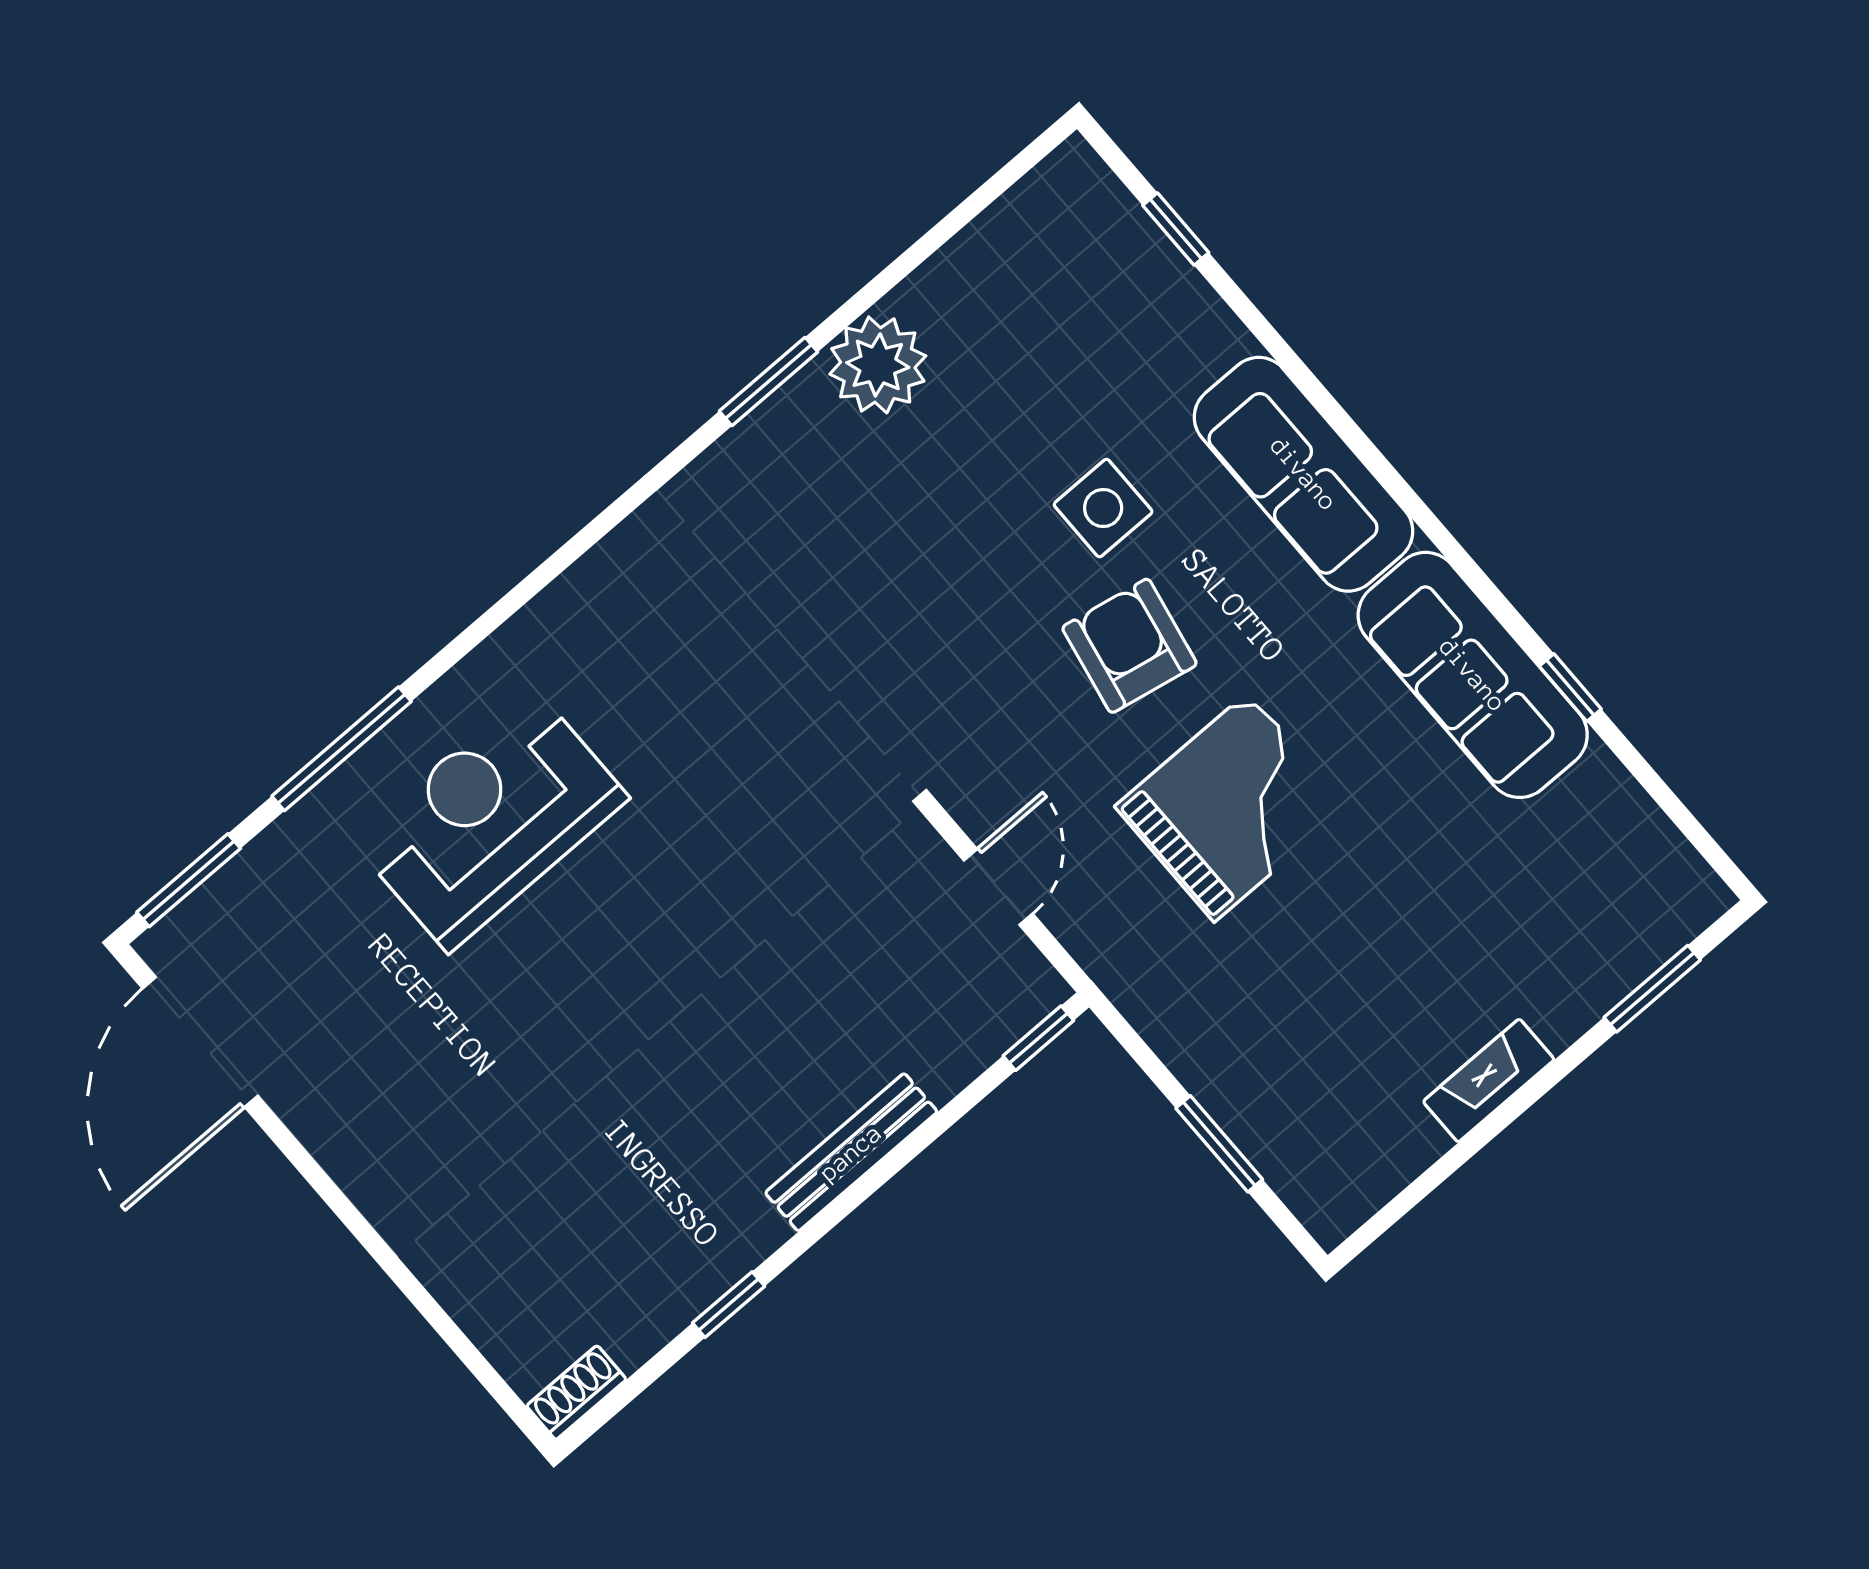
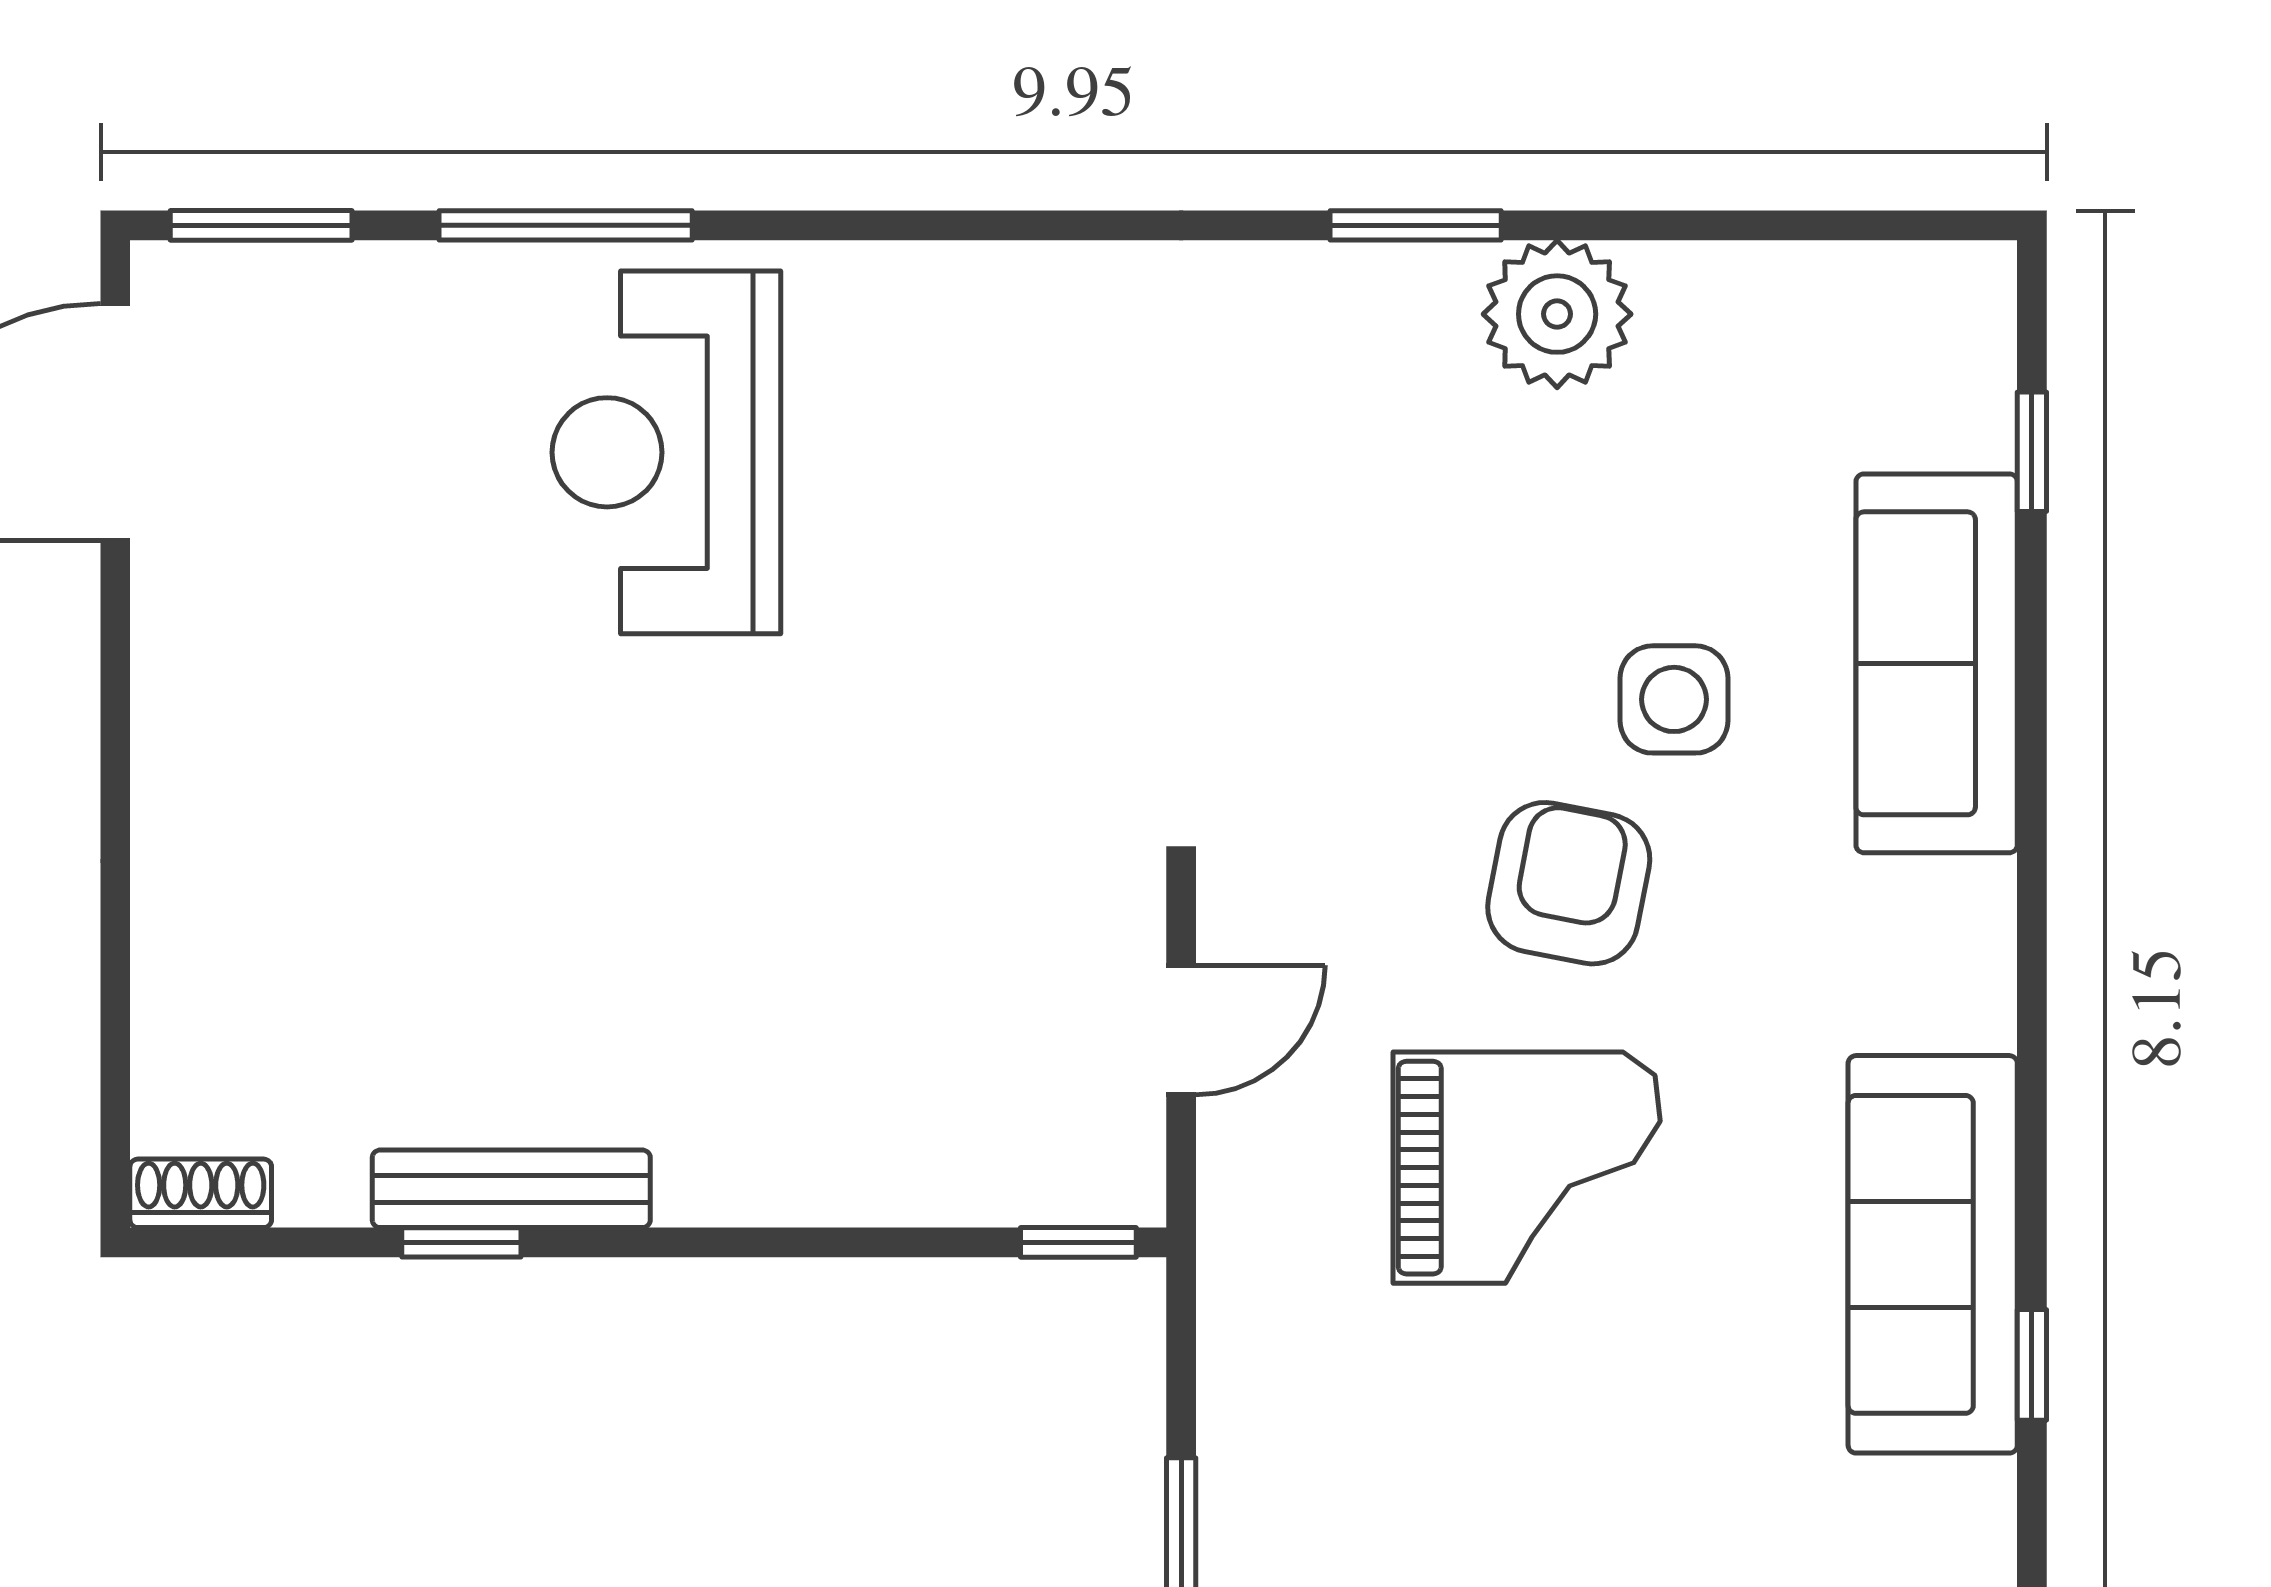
sofa: (1304, 474) -> (1937, 663), moved
reception desk: (490, 819) -> (666, 452), turned -90
bench: (851, 1152) -> (511, 1189), moved

